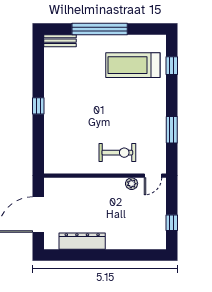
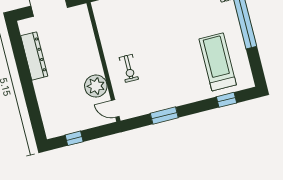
exercise bike: (117, 153) -> (129, 68), width x0.73, depth x0.72
plant: (132, 184) -> (96, 86), width x1.87, depth x1.87

